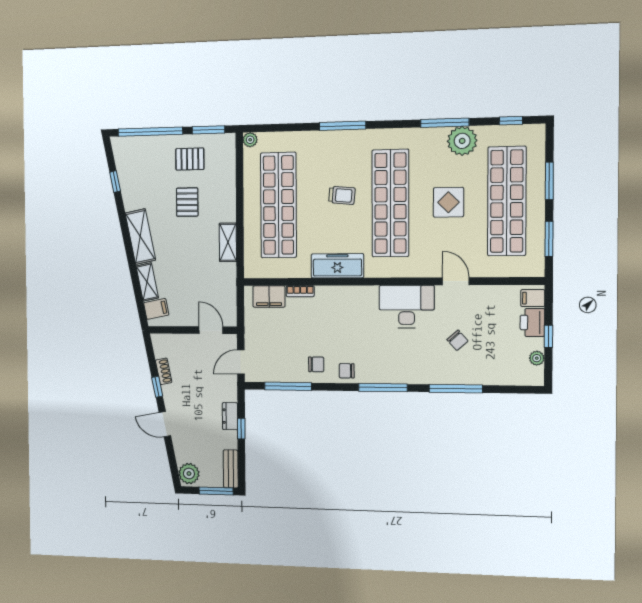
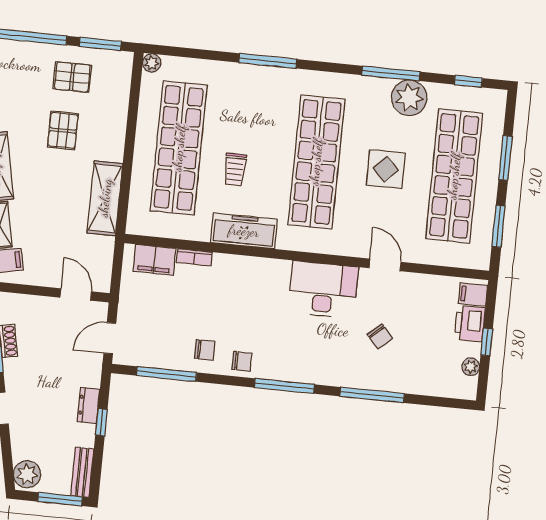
trolley: (342, 195) -> (235, 169), moved, turned 85
shelving: (228, 242) -> (105, 198), width x1.50, depth x1.33
chair: (347, 371) -> (242, 361), turned 180

